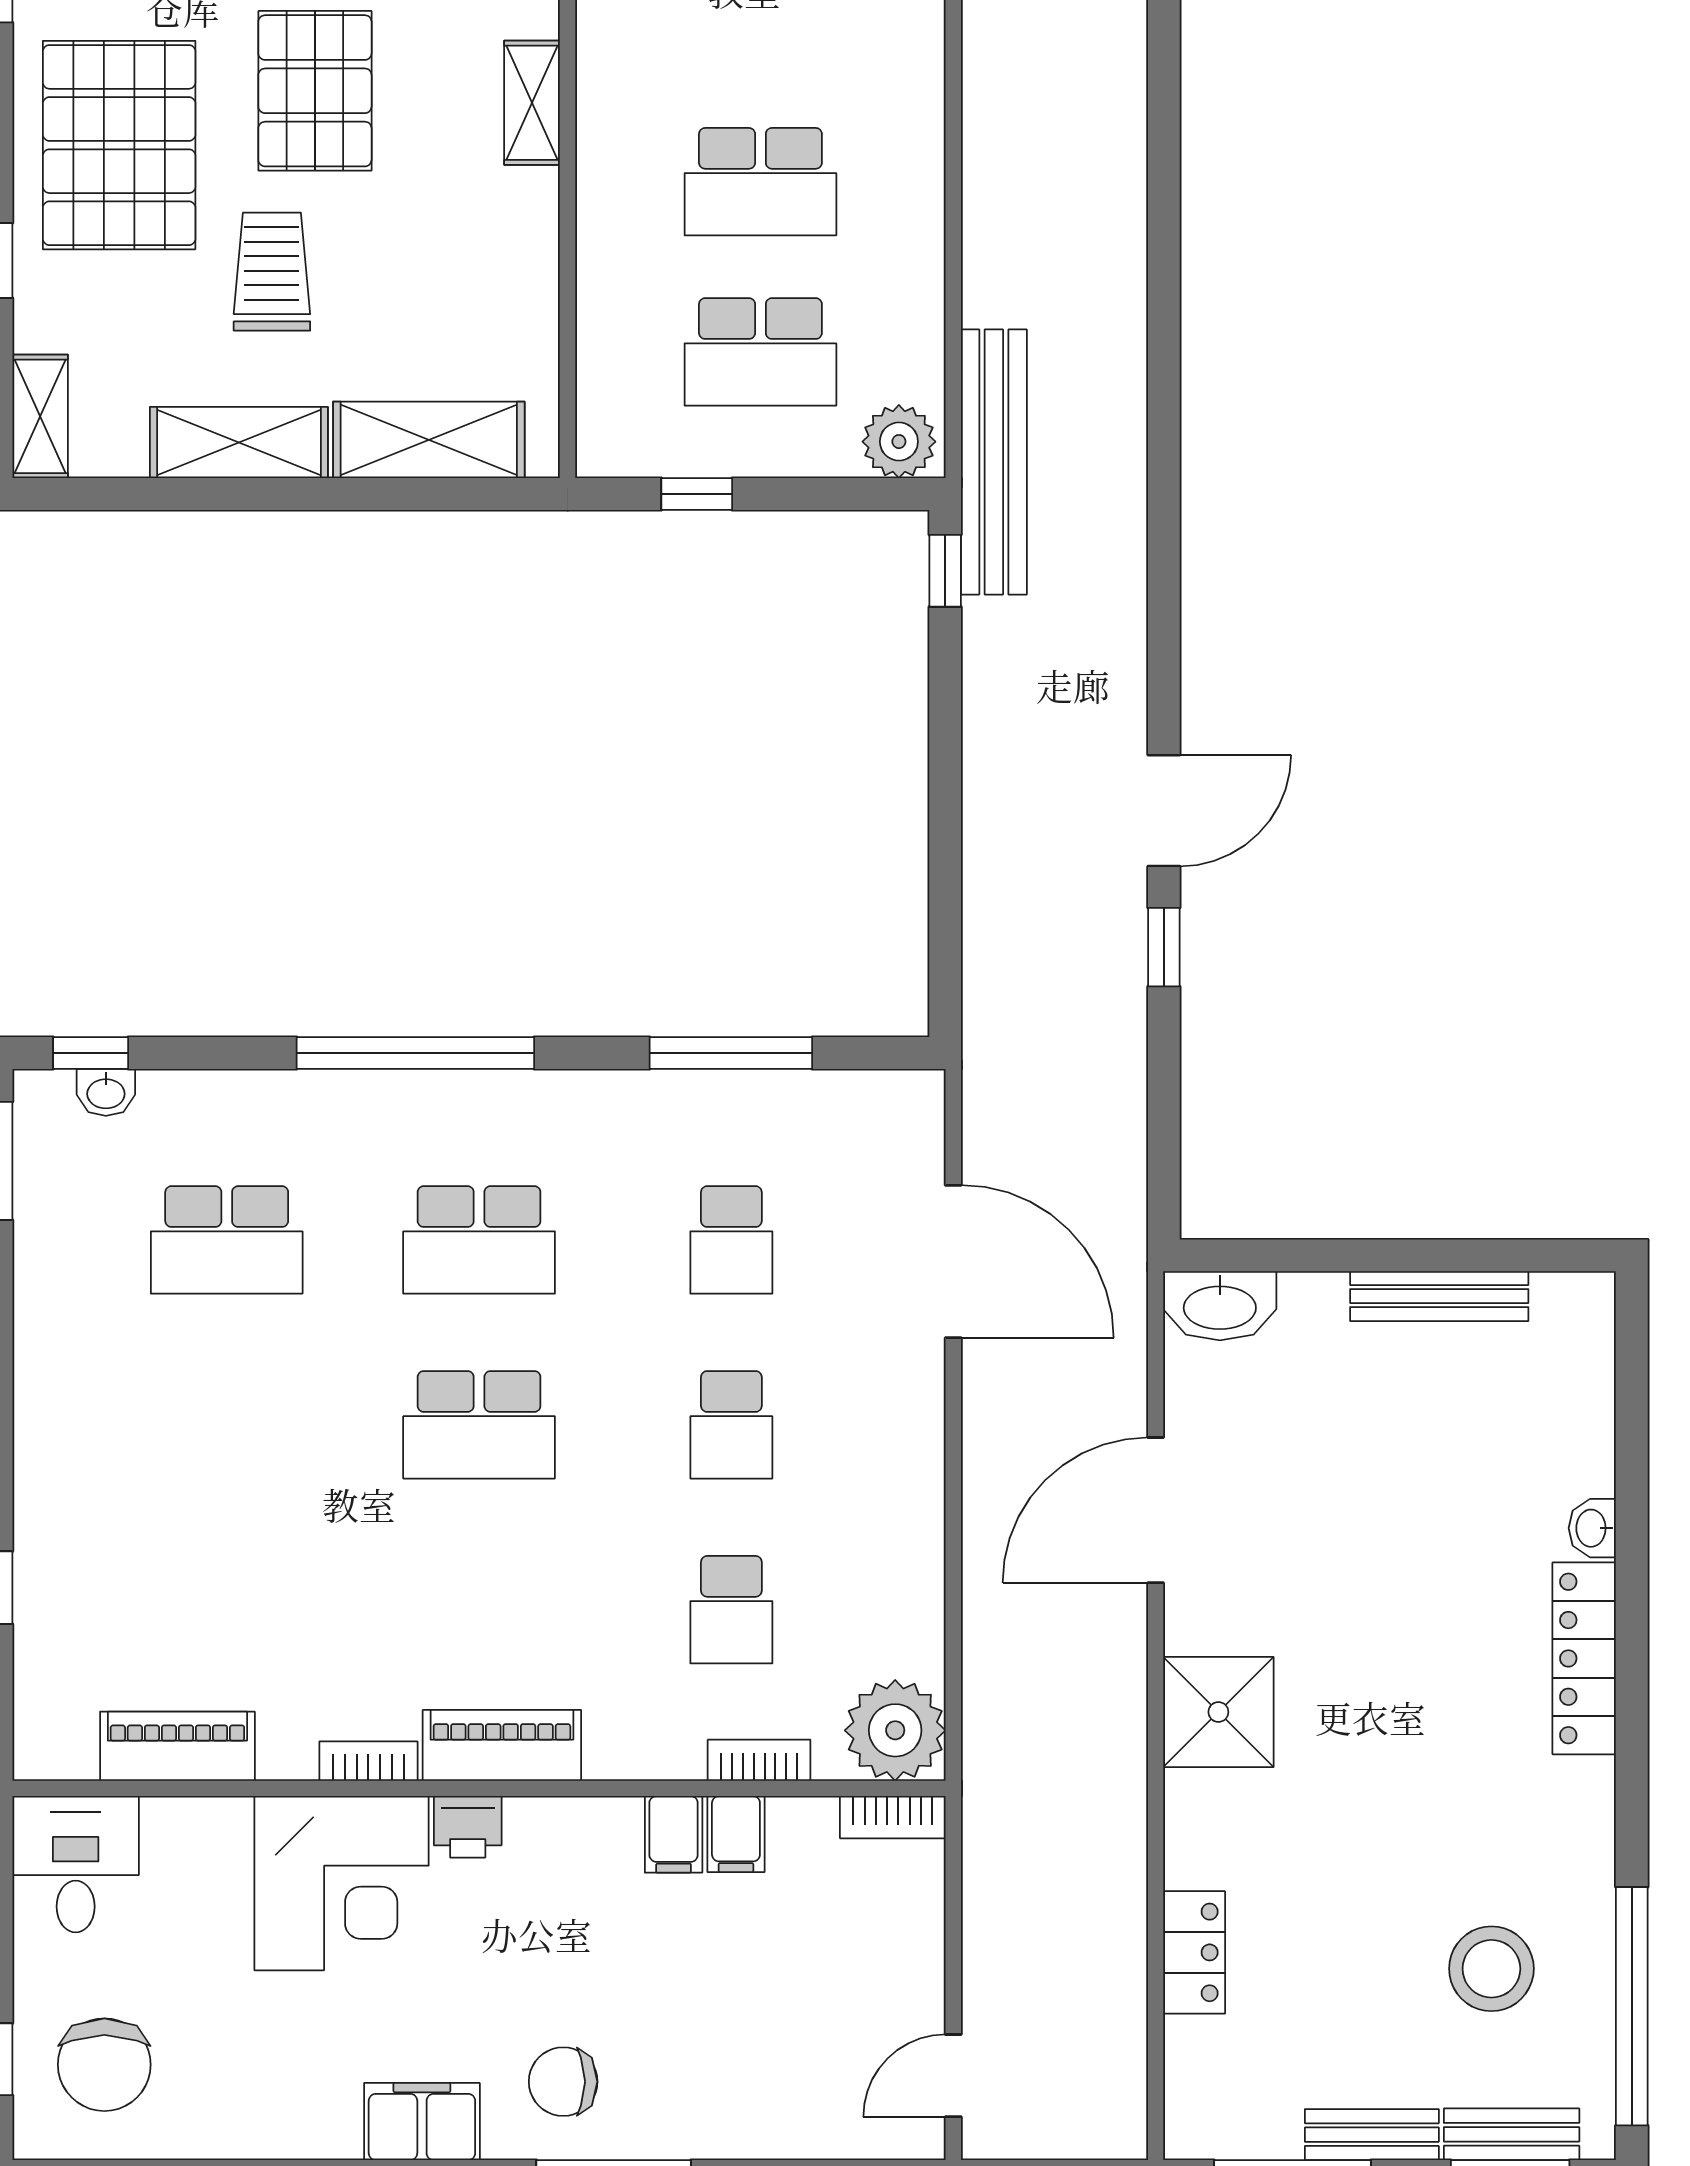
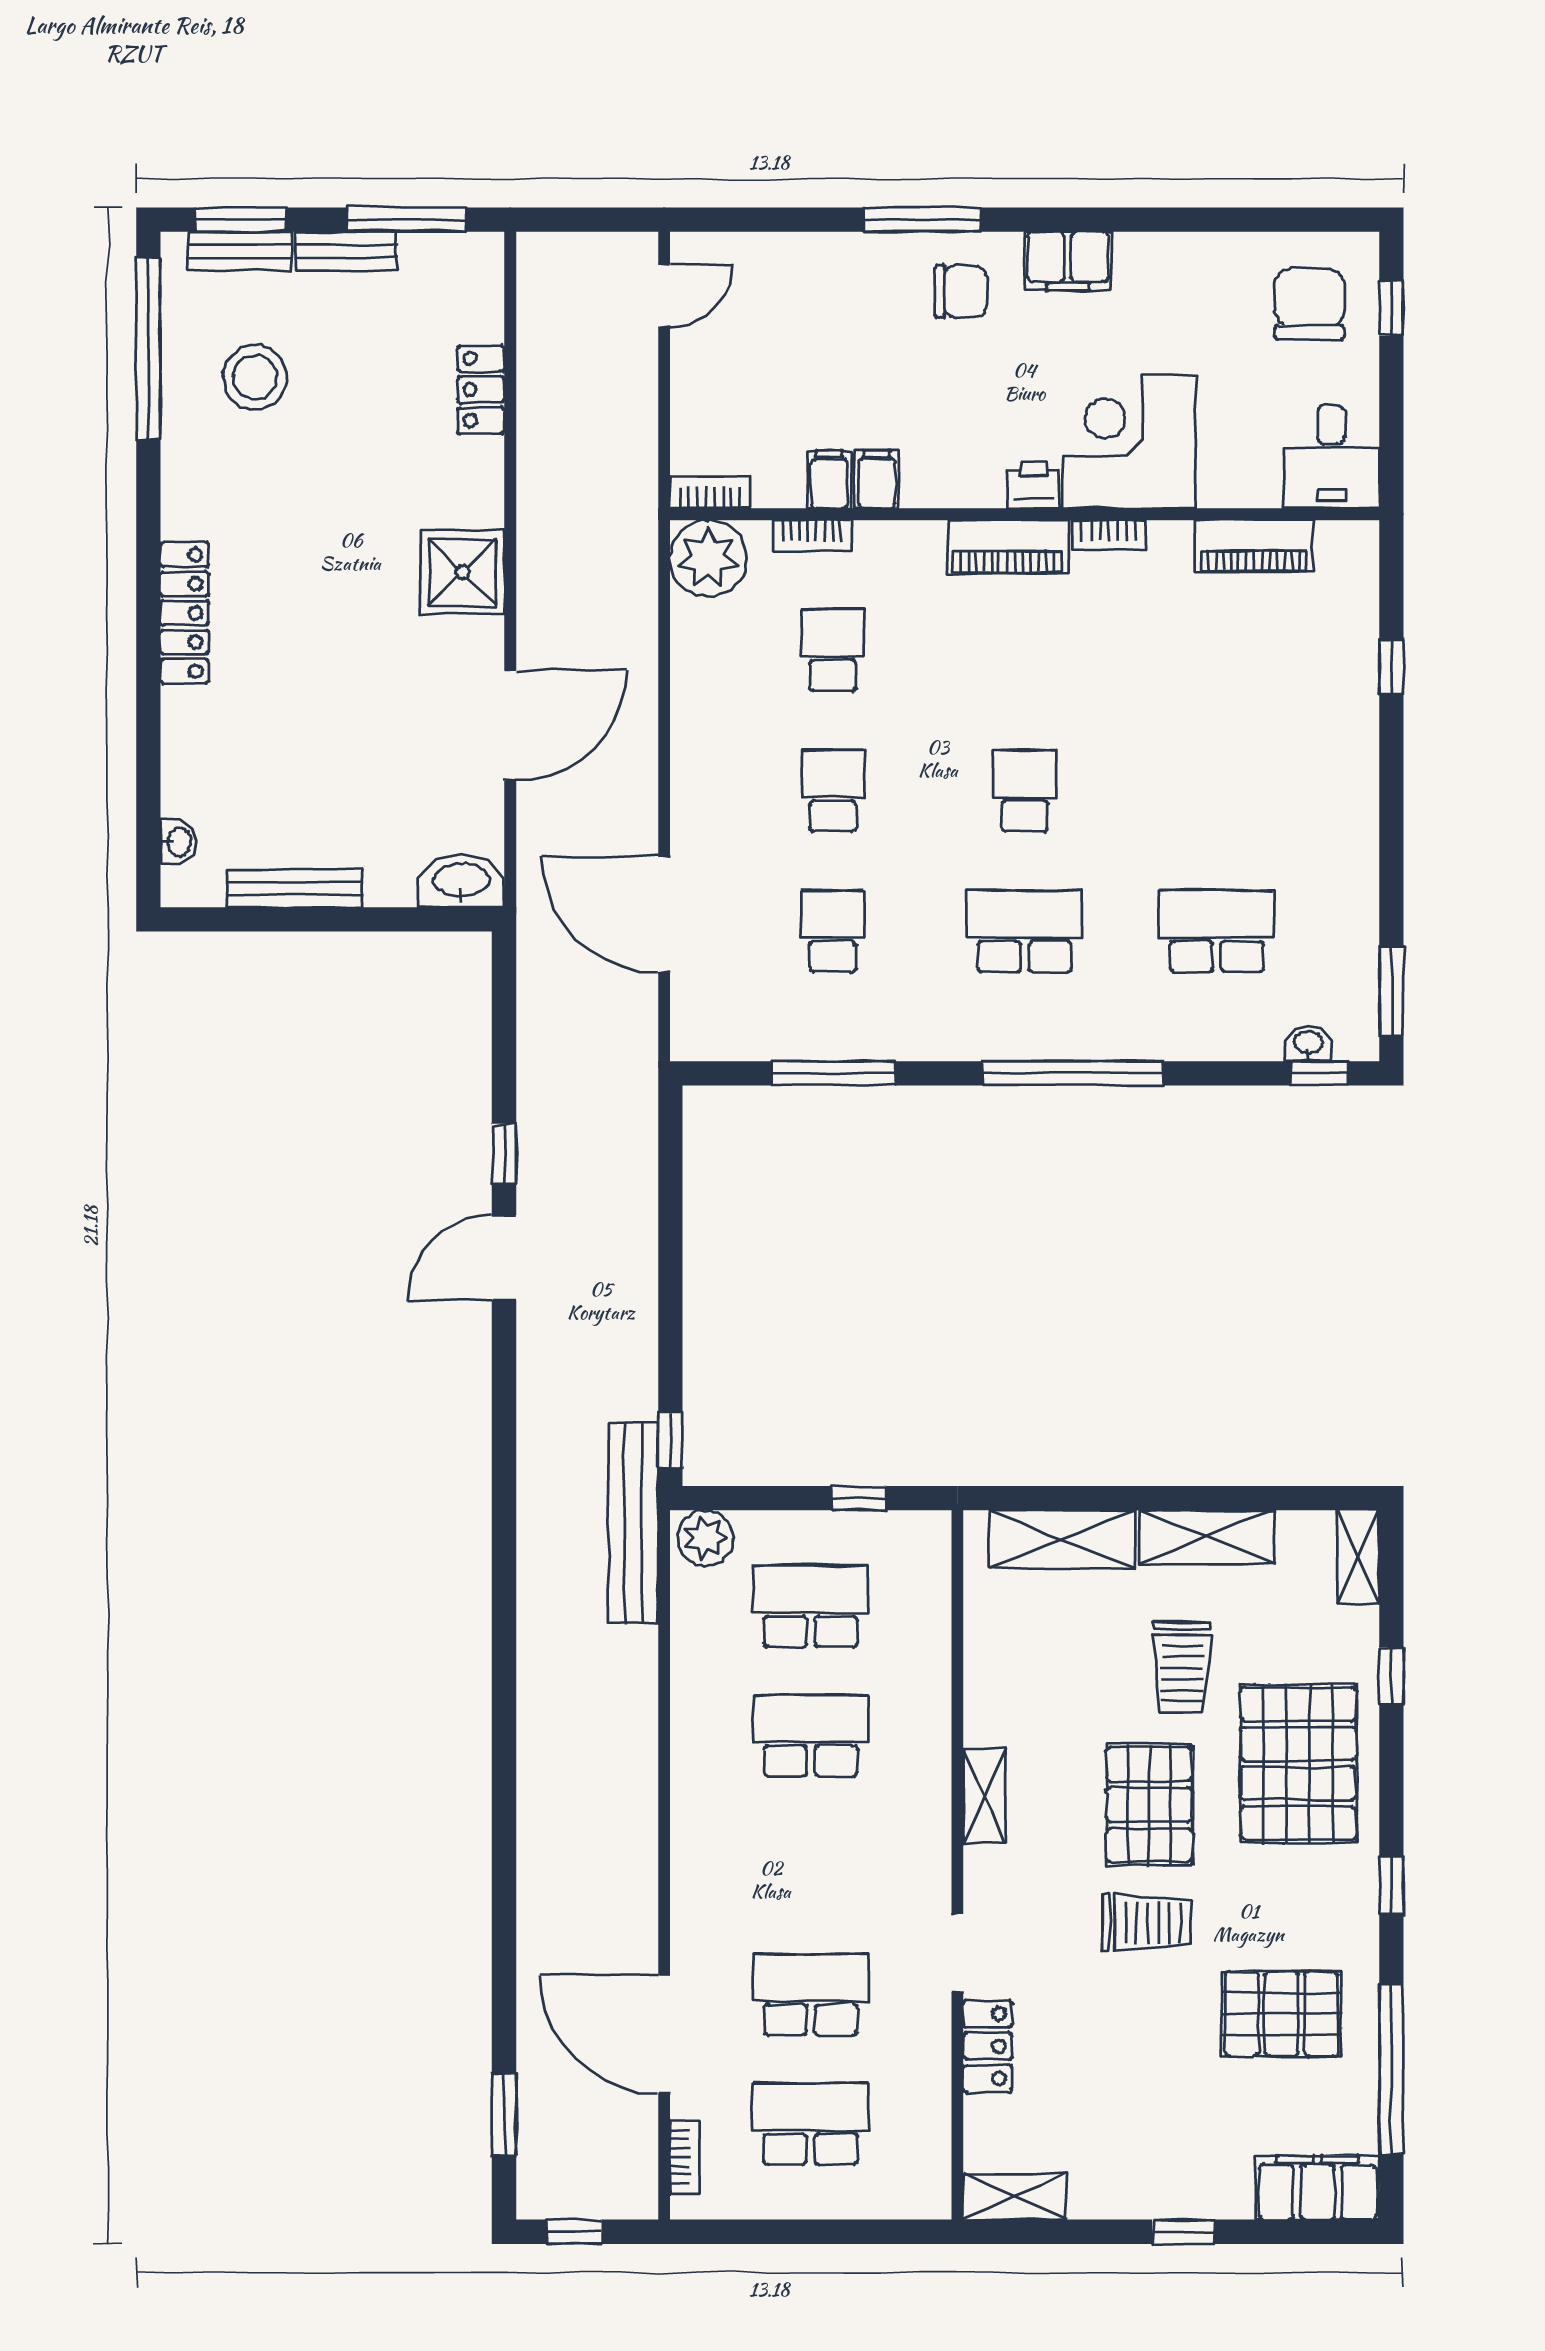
school desk: (479, 1425) -> (1025, 791), width x0.54
washbasin: (1592, 1528) -> (178, 842), moved

